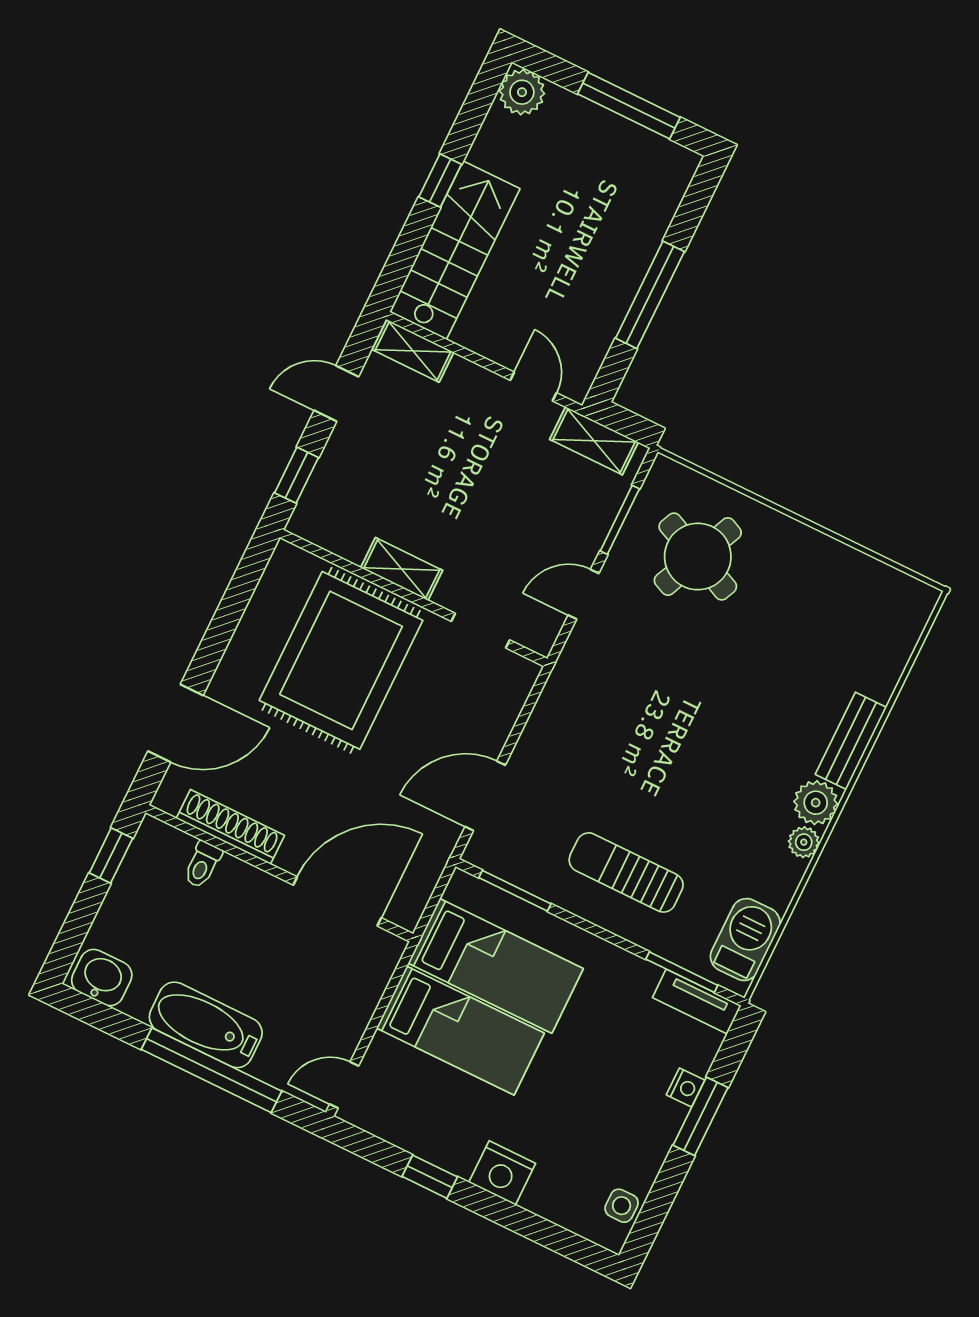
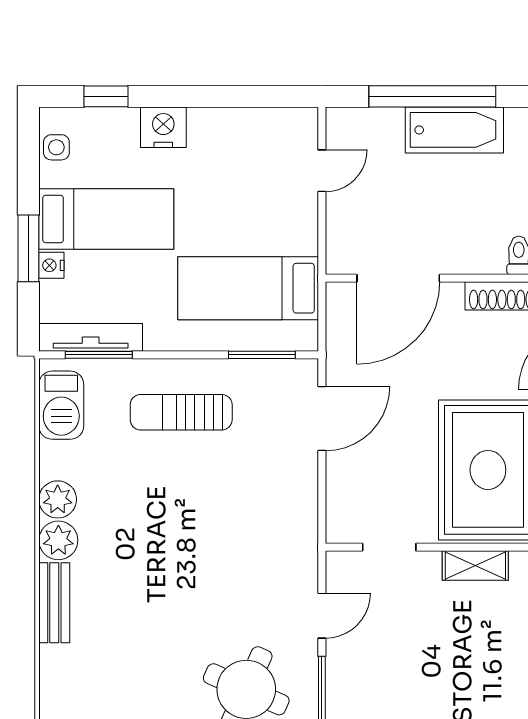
plant: (804, 842) -> (58, 499), width x1.38, depth x1.38
sun lounger: (626, 872) -> (181, 412), turned 180
tv unit: (697, 1002) -> (91, 337), width x1.41
bed: (460, 1031) -> (106, 219), moved, turned 180
door: (344, 1085) -> (322, 171), moved
window: (430, 1177) -> (106, 96), moved

